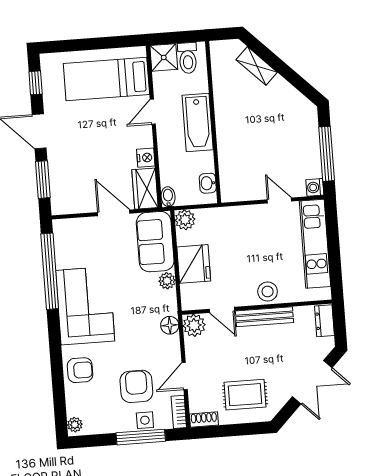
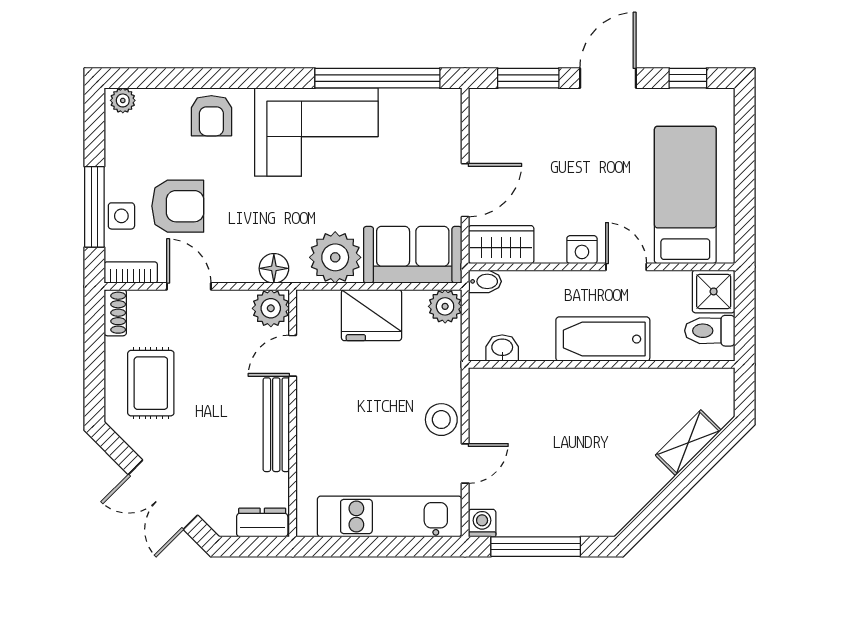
nightstand: (146, 158) -> (582, 250), moved
plant: (167, 281) -> (335, 257), width x1.88, depth x1.88
stool: (268, 292) -> (441, 420), moved

